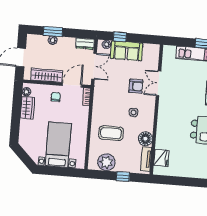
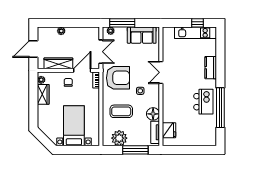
window: (53, 31) -> (61, 23), removed
window: (120, 37) -> (122, 23), width x2.17
dresser: (85, 44) -> (91, 32), removed
sofa: (127, 51) -> (142, 35), moved
double door: (159, 83) -> (161, 72), moved
armchair: (136, 86) -> (118, 78), moved, width x1.88, depth x1.88
window: (123, 177) -> (135, 150), width x2.17

